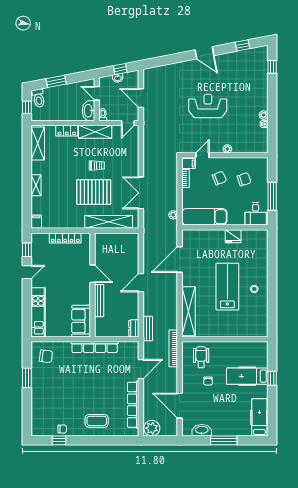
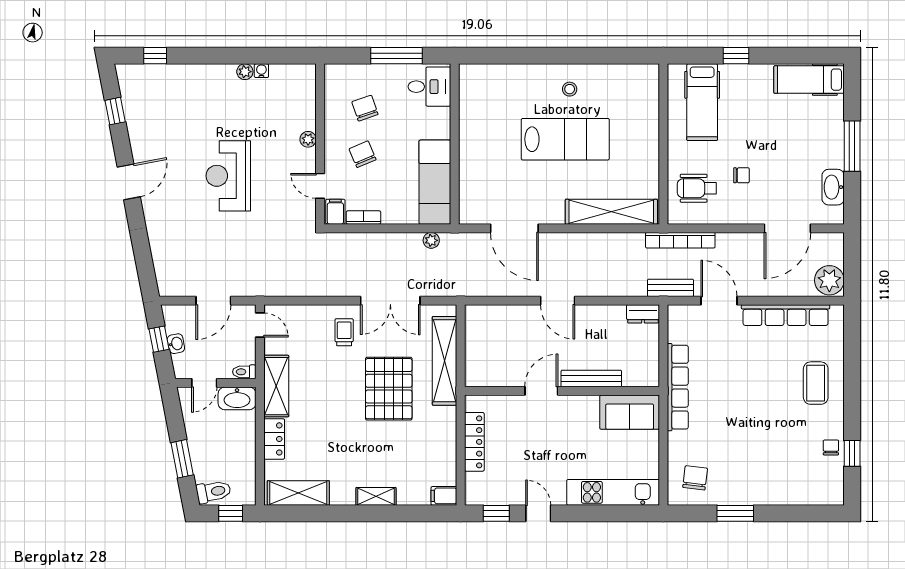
trolley: (97, 166) -> (344, 332), moved
fridge: (233, 236) -> (471, 129), removed
lab bench: (227, 287) -> (565, 139), turned 180
bench: (148, 329) -> (670, 288), moved
hospital bed: (247, 376) -> (702, 102), moved

